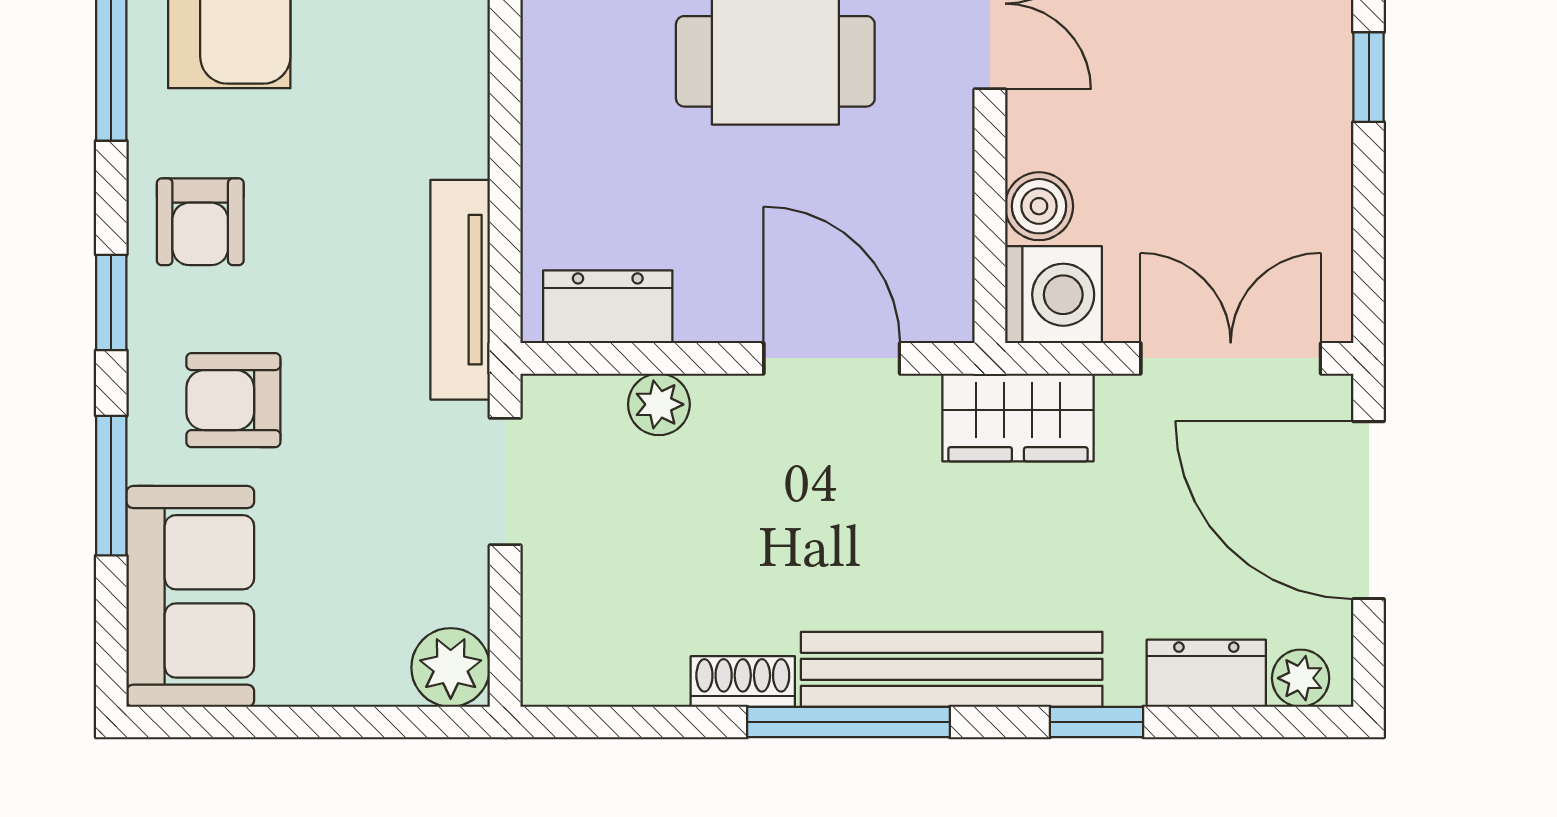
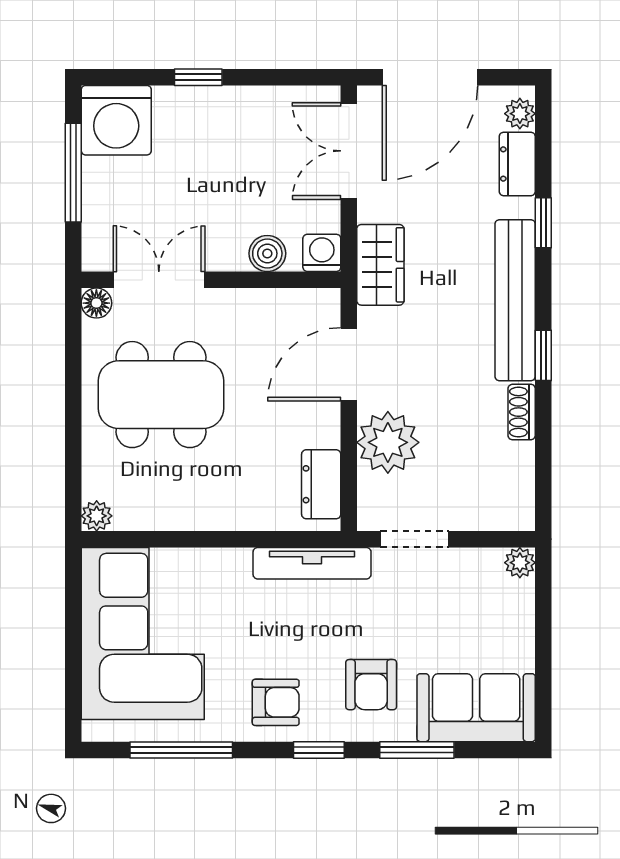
washing machine: (1054, 295) -> (322, 253), width x0.73, depth x0.73
plant: (659, 404) -> (388, 442), width x1.88, depth x1.88
plant: (451, 667) -> (520, 563), width x0.73, depth x0.73
window: (849, 722) -> (543, 355), width x0.46

